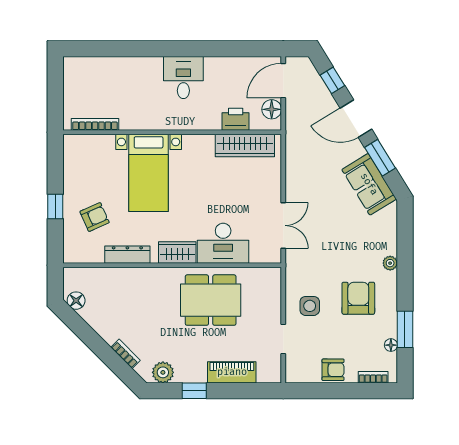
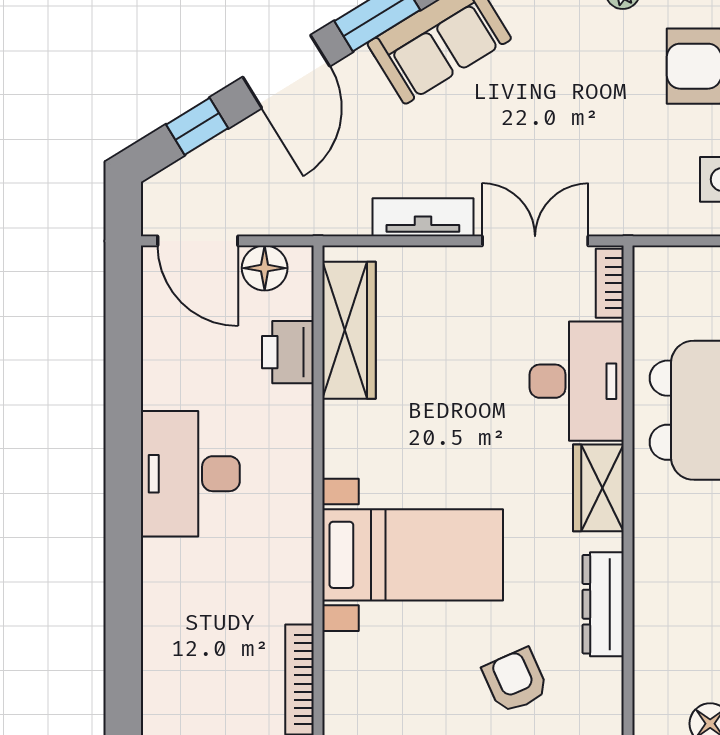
desk: (183, 77) -> (190, 474), width x1.37
tv unit: (293, 177) -> (423, 217), added
bookcase: (265, 257) -> (610, 283), added

